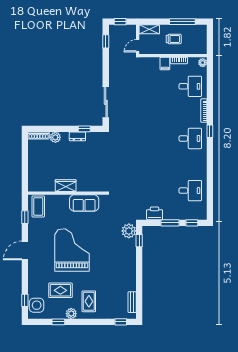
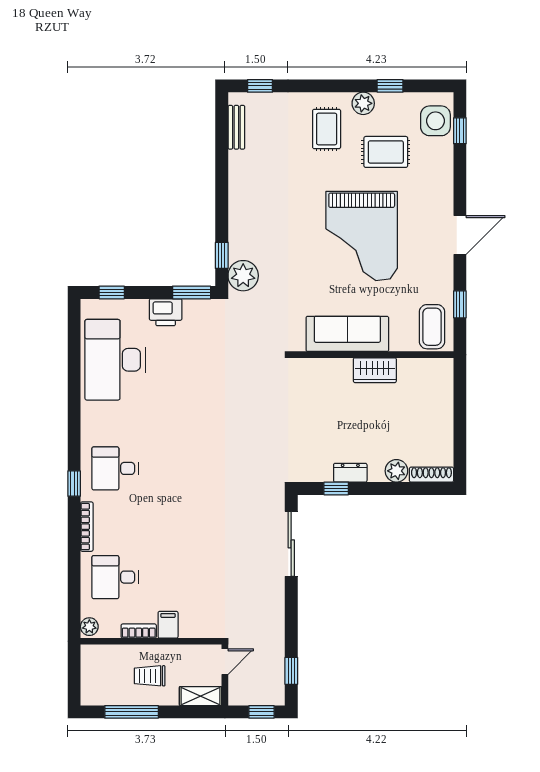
desk: (190, 191) -> (115, 360), width x1.87, depth x1.30
sofa: (84, 203) -> (347, 334), width x1.36
printer: (155, 213) -> (166, 312), moved
window: (170, 223) -> (192, 292), moved

